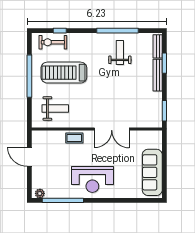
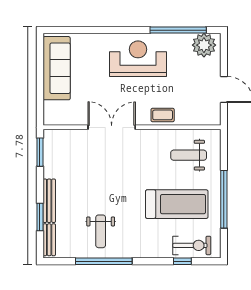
plant: (40, 193) -> (204, 45), width x1.87, depth x1.87

